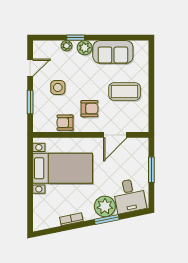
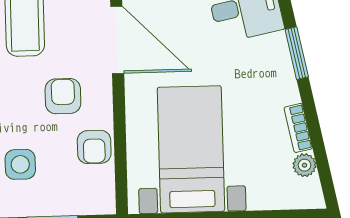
door: (115, 135) -> (117, 40), width x1.36
plant: (105, 206) -> (305, 165), moved, width x0.53, depth x0.53

